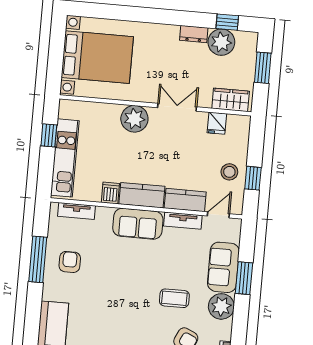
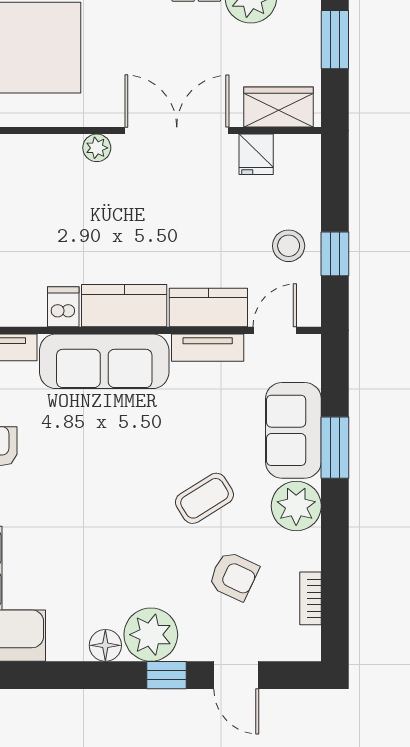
double door: (177, 107) -> (177, 130), width x1.37
plant: (134, 119) -> (97, 148), width x0.53, depth x0.53
sofa: (138, 224) -> (104, 361), width x1.36
coffee table: (174, 298) -> (204, 498), turned -32

